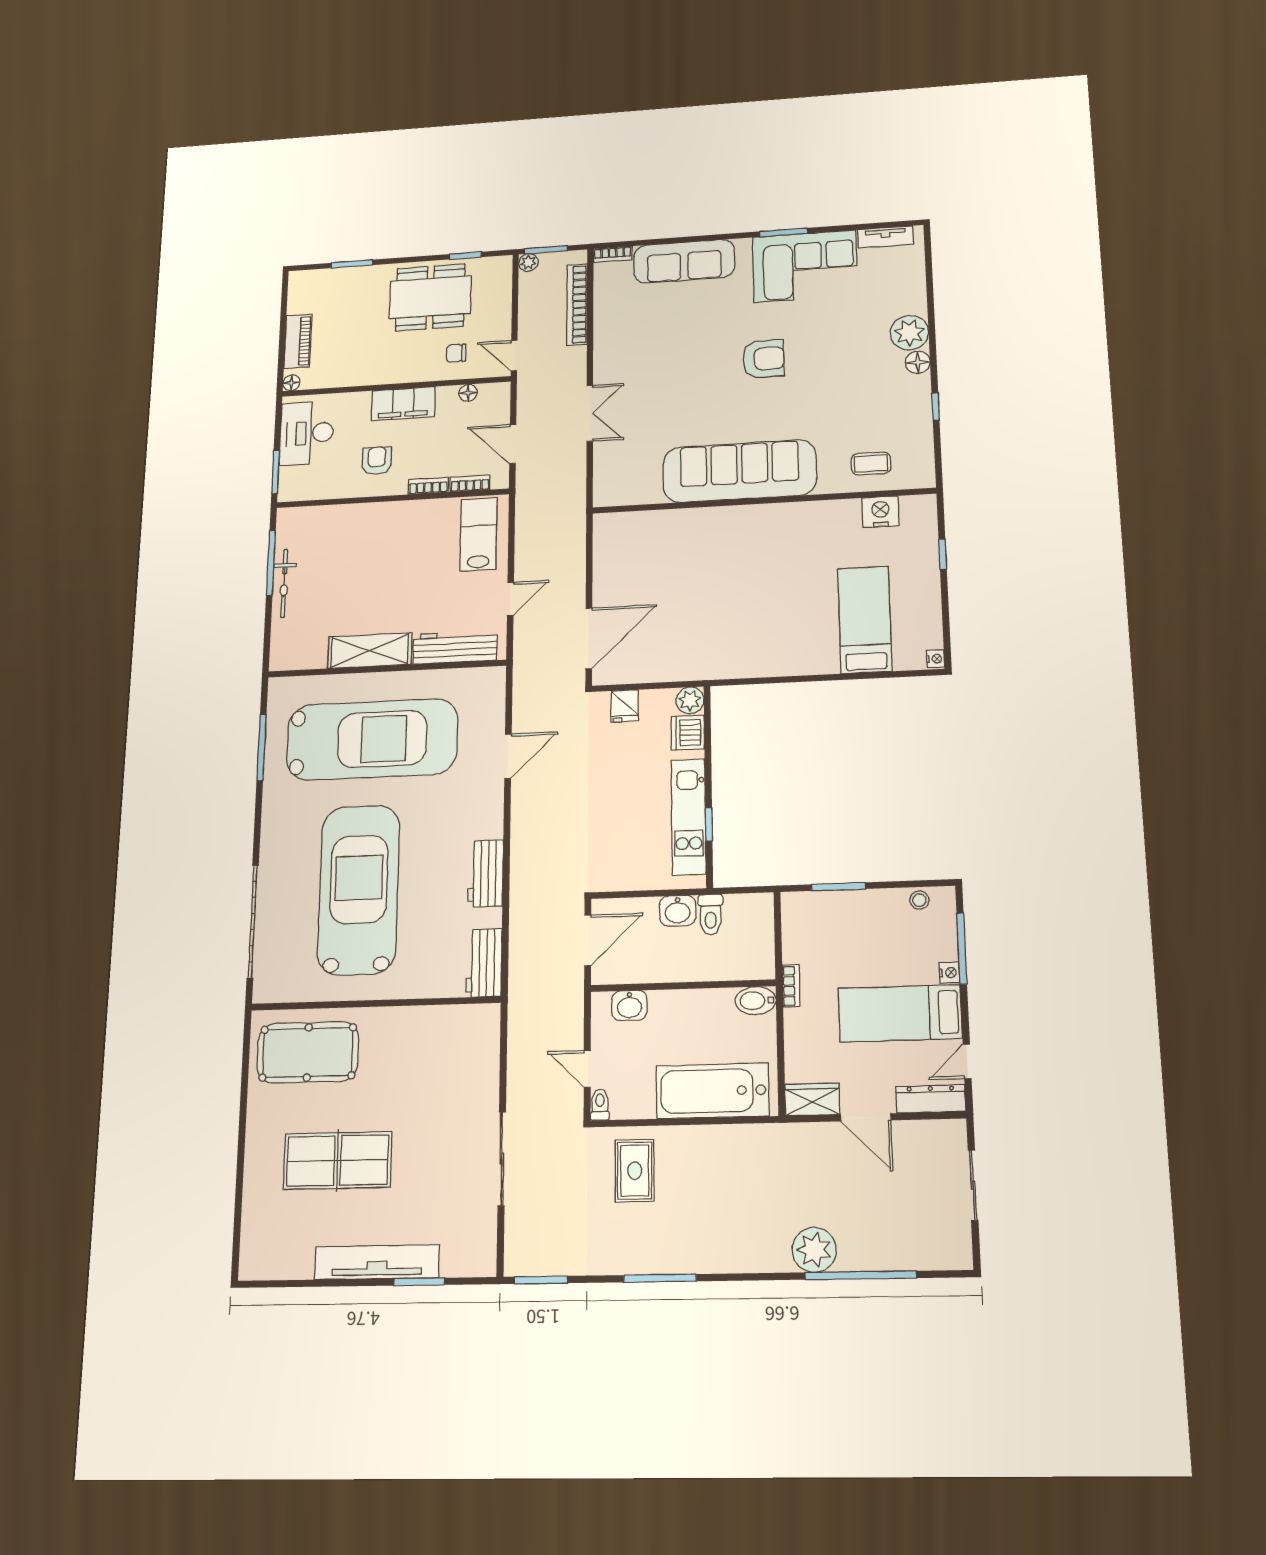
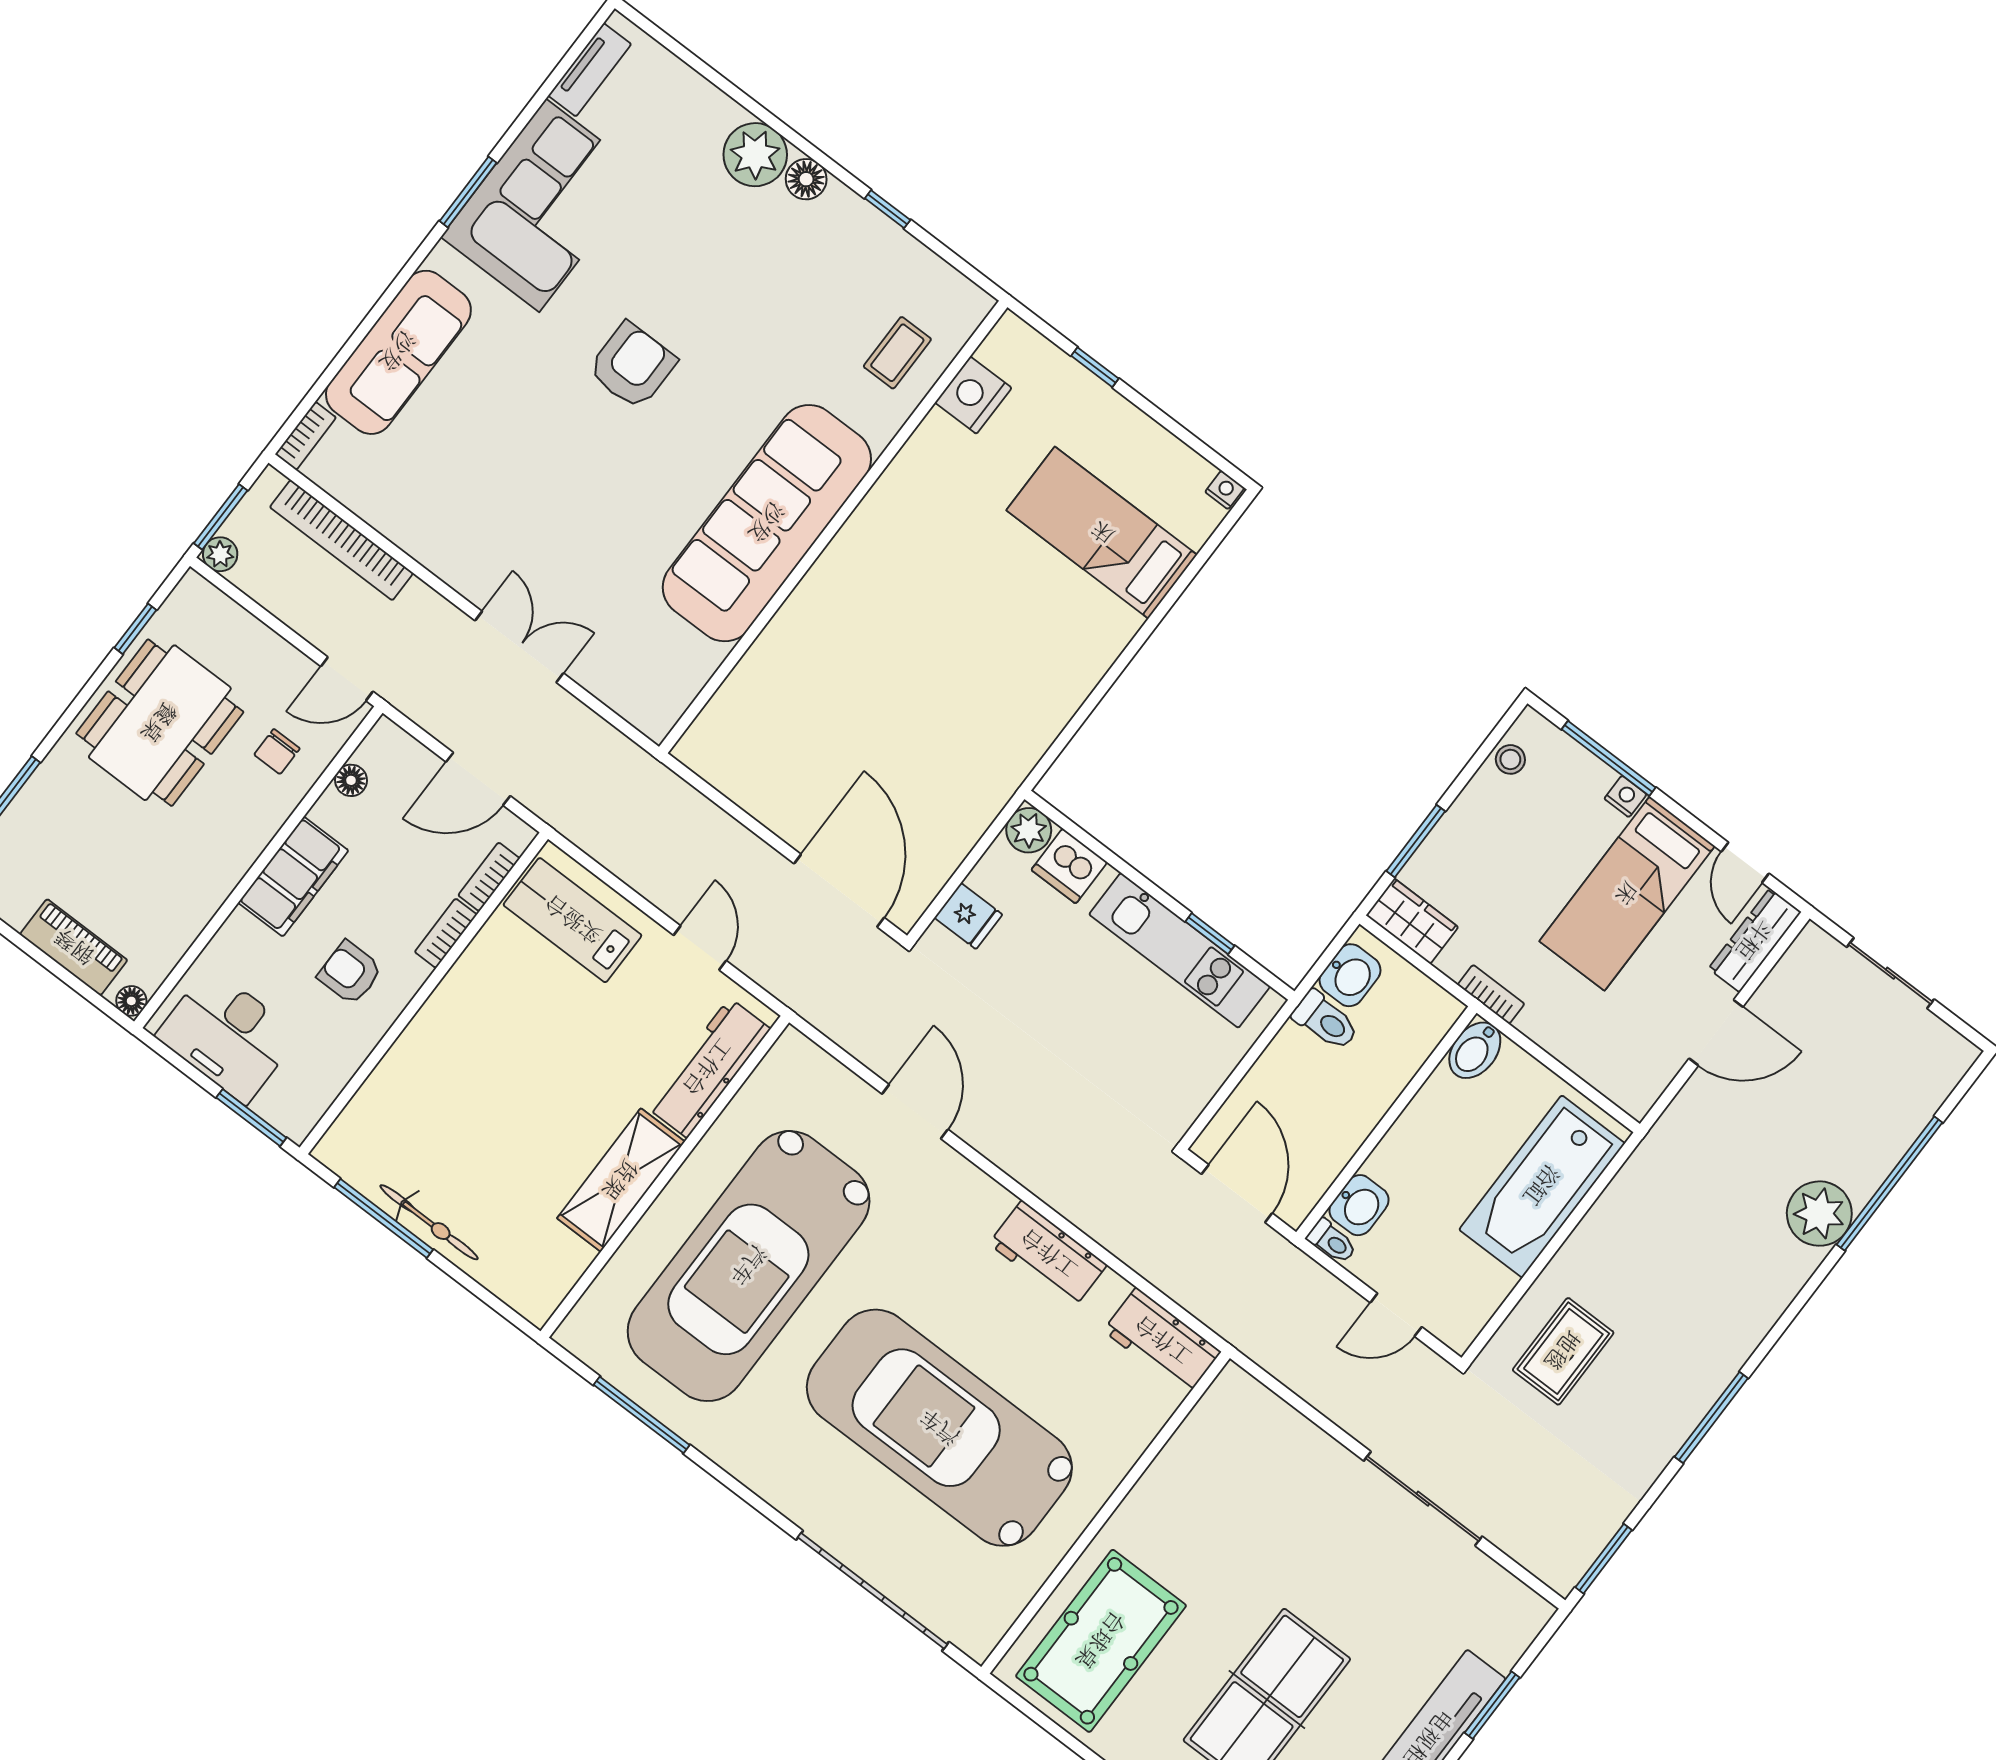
car: (372, 739) -> (749, 1266), turned 180
washbasin: (678, 911) -> (1350, 975), moved
wardrobe: (812, 1099) -> (1412, 921), moved, turned 90
toilet: (600, 1105) -> (1332, 1241), moved, turned 180
rug: (635, 1171) -> (1563, 1351), turned 90

